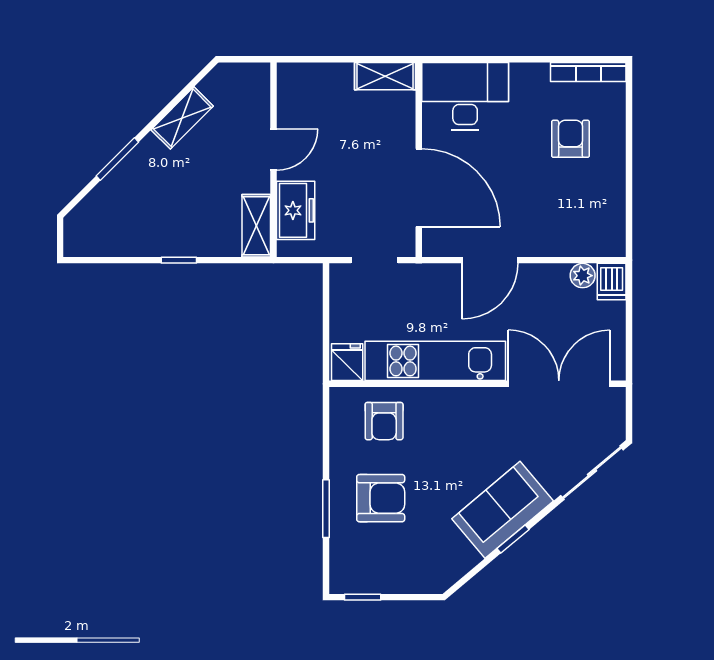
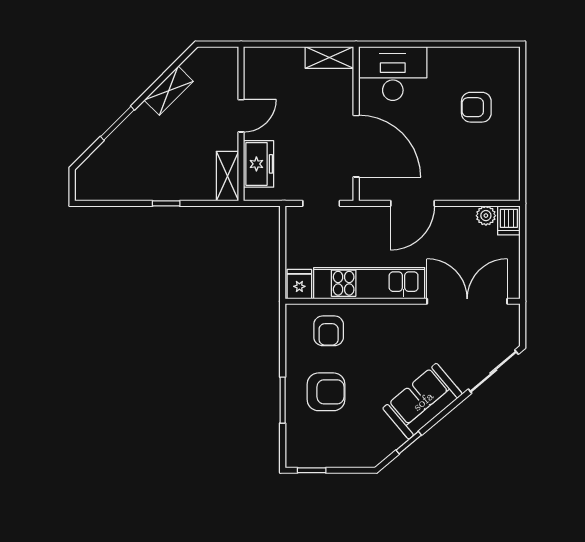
bookcase: (588, 72) -> (490, 54), removed
armchair: (570, 139) -> (476, 107), turned -90
window: (513, 539) -> (409, 443), moved

